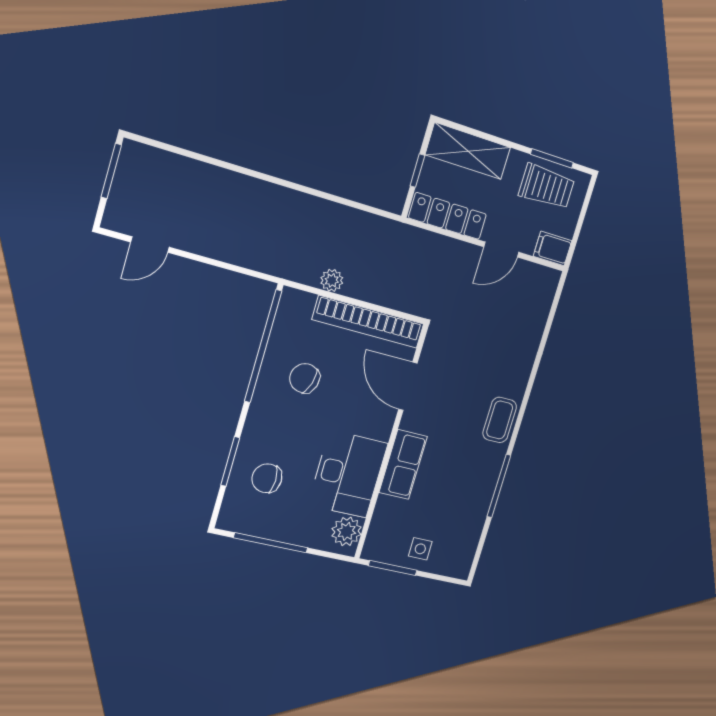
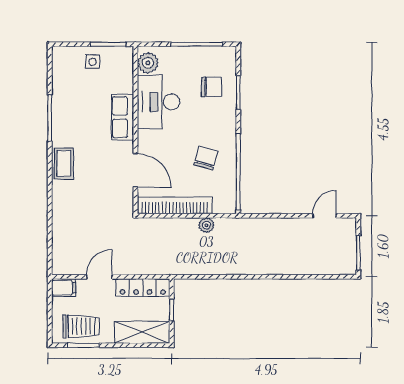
trolley: (547, 187) -> (81, 326), turned 180
chair: (305, 378) -> (206, 158), turned -92

